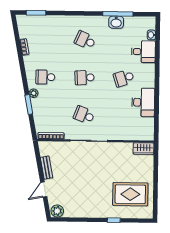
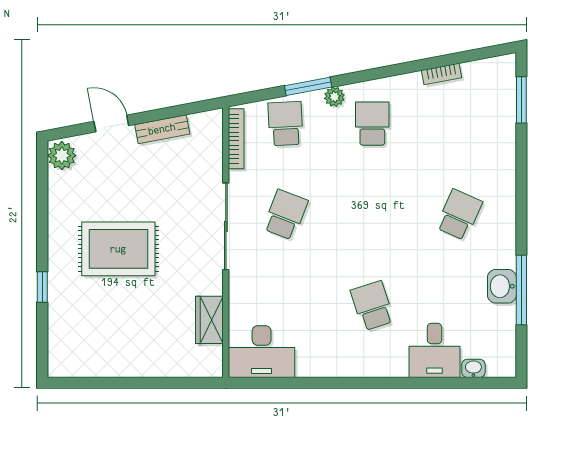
school desk: (85, 78) -> (285, 124), moved
desk: (143, 102) -> (262, 352), moved
wardrobe: (144, 149) -> (209, 320), moved
rug: (130, 194) -> (118, 249), moved, turned 90

